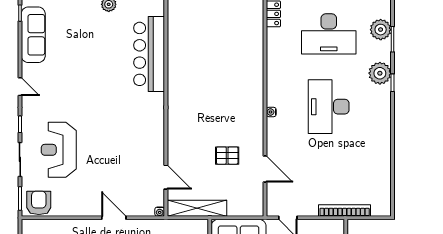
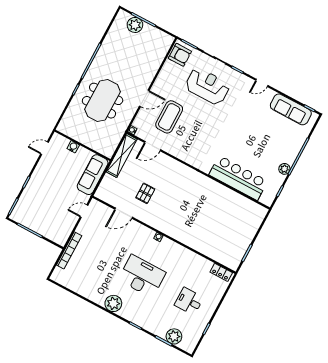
desk: (329, 34) -> (189, 301), width x0.53, depth x0.77
plant: (380, 73) -> (113, 303), moved
coffee table: (120, 176) -> (169, 117), added

